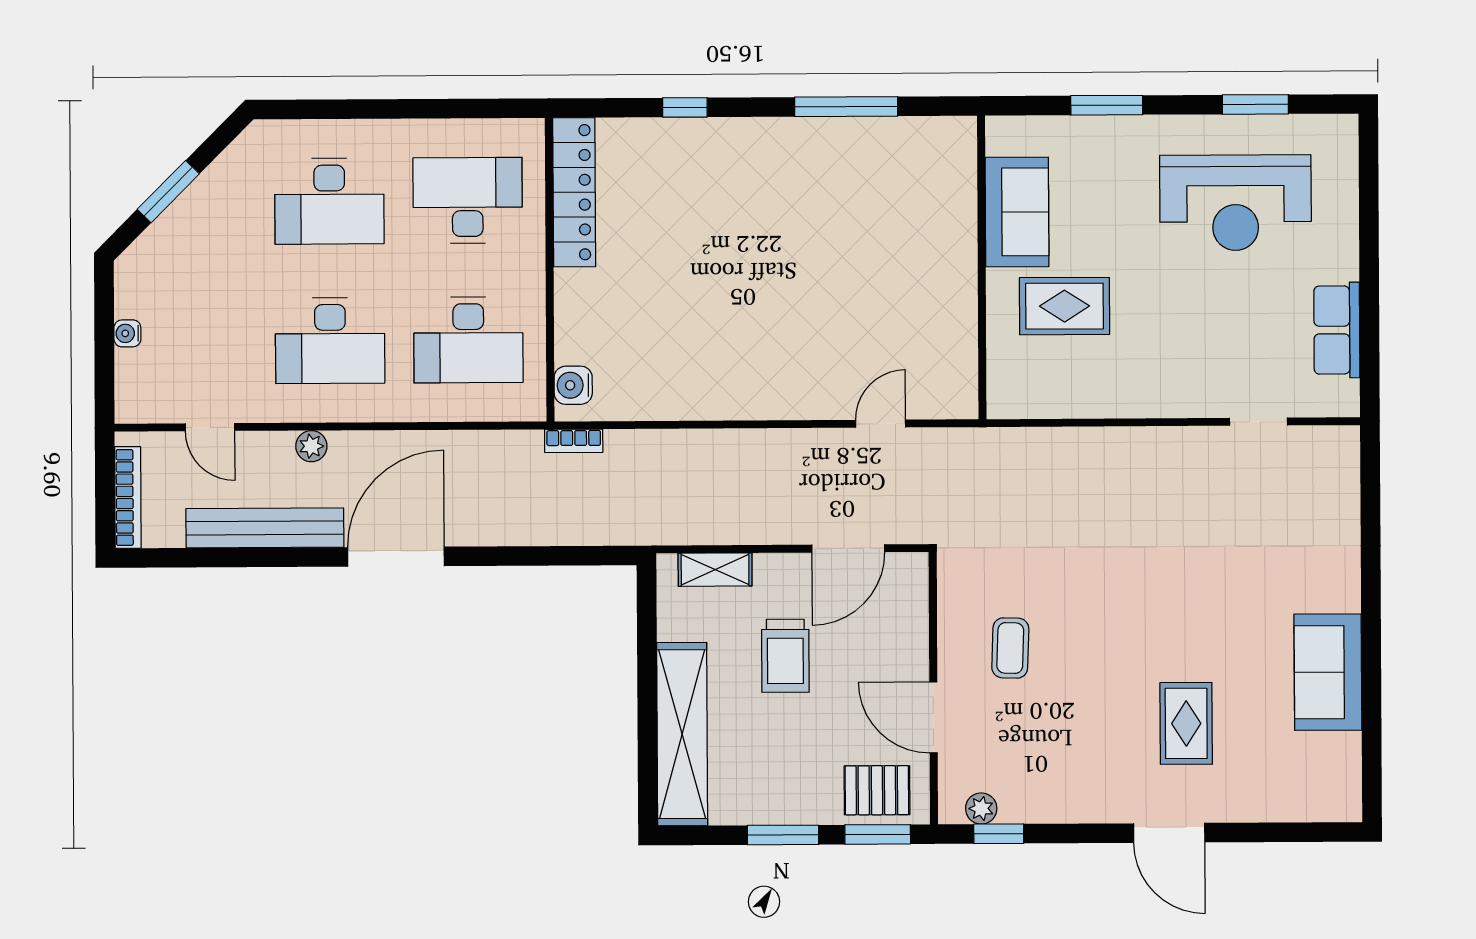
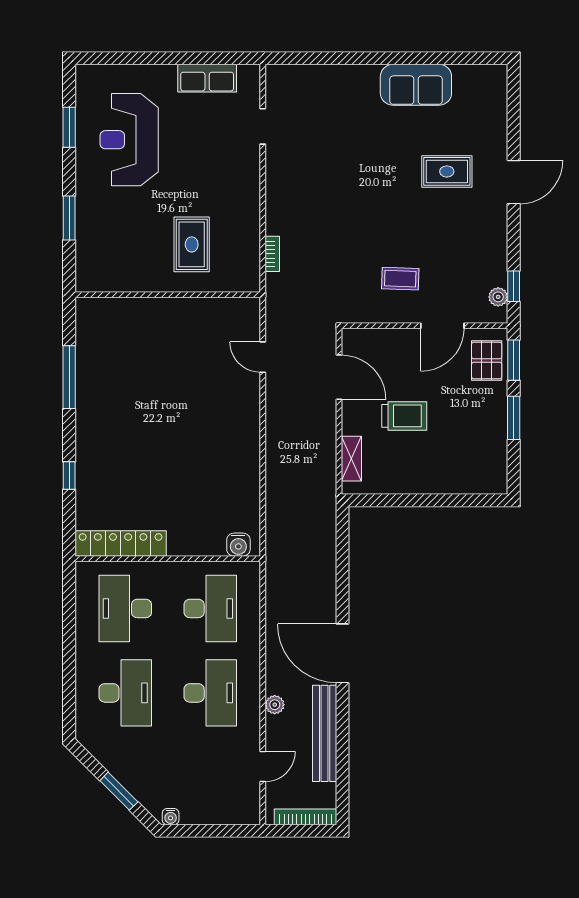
reception desk: (1235, 203) -> (129, 140), turned 180
sofa: (1017, 212) -> (134, 273), removed
water cooler: (127, 333) -> (171, 817), moved
bookcase: (574, 441) -> (272, 254), moved
shelving: (682, 734) -> (452, 479), removed

